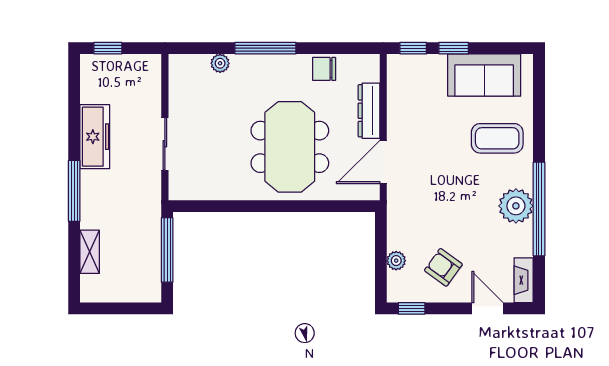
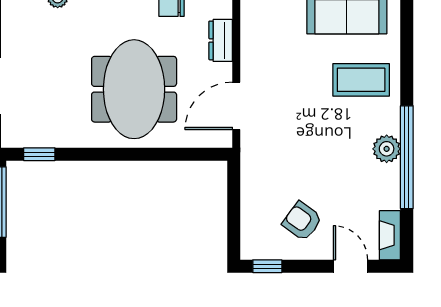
dresser: (369, 111) -> (221, 40), width x0.70
window: (203, 206) -> (39, 154), added
plant: (516, 206) -> (387, 149), width x0.73, depth x0.73
plant: (396, 261) -> (250, 214), removed

